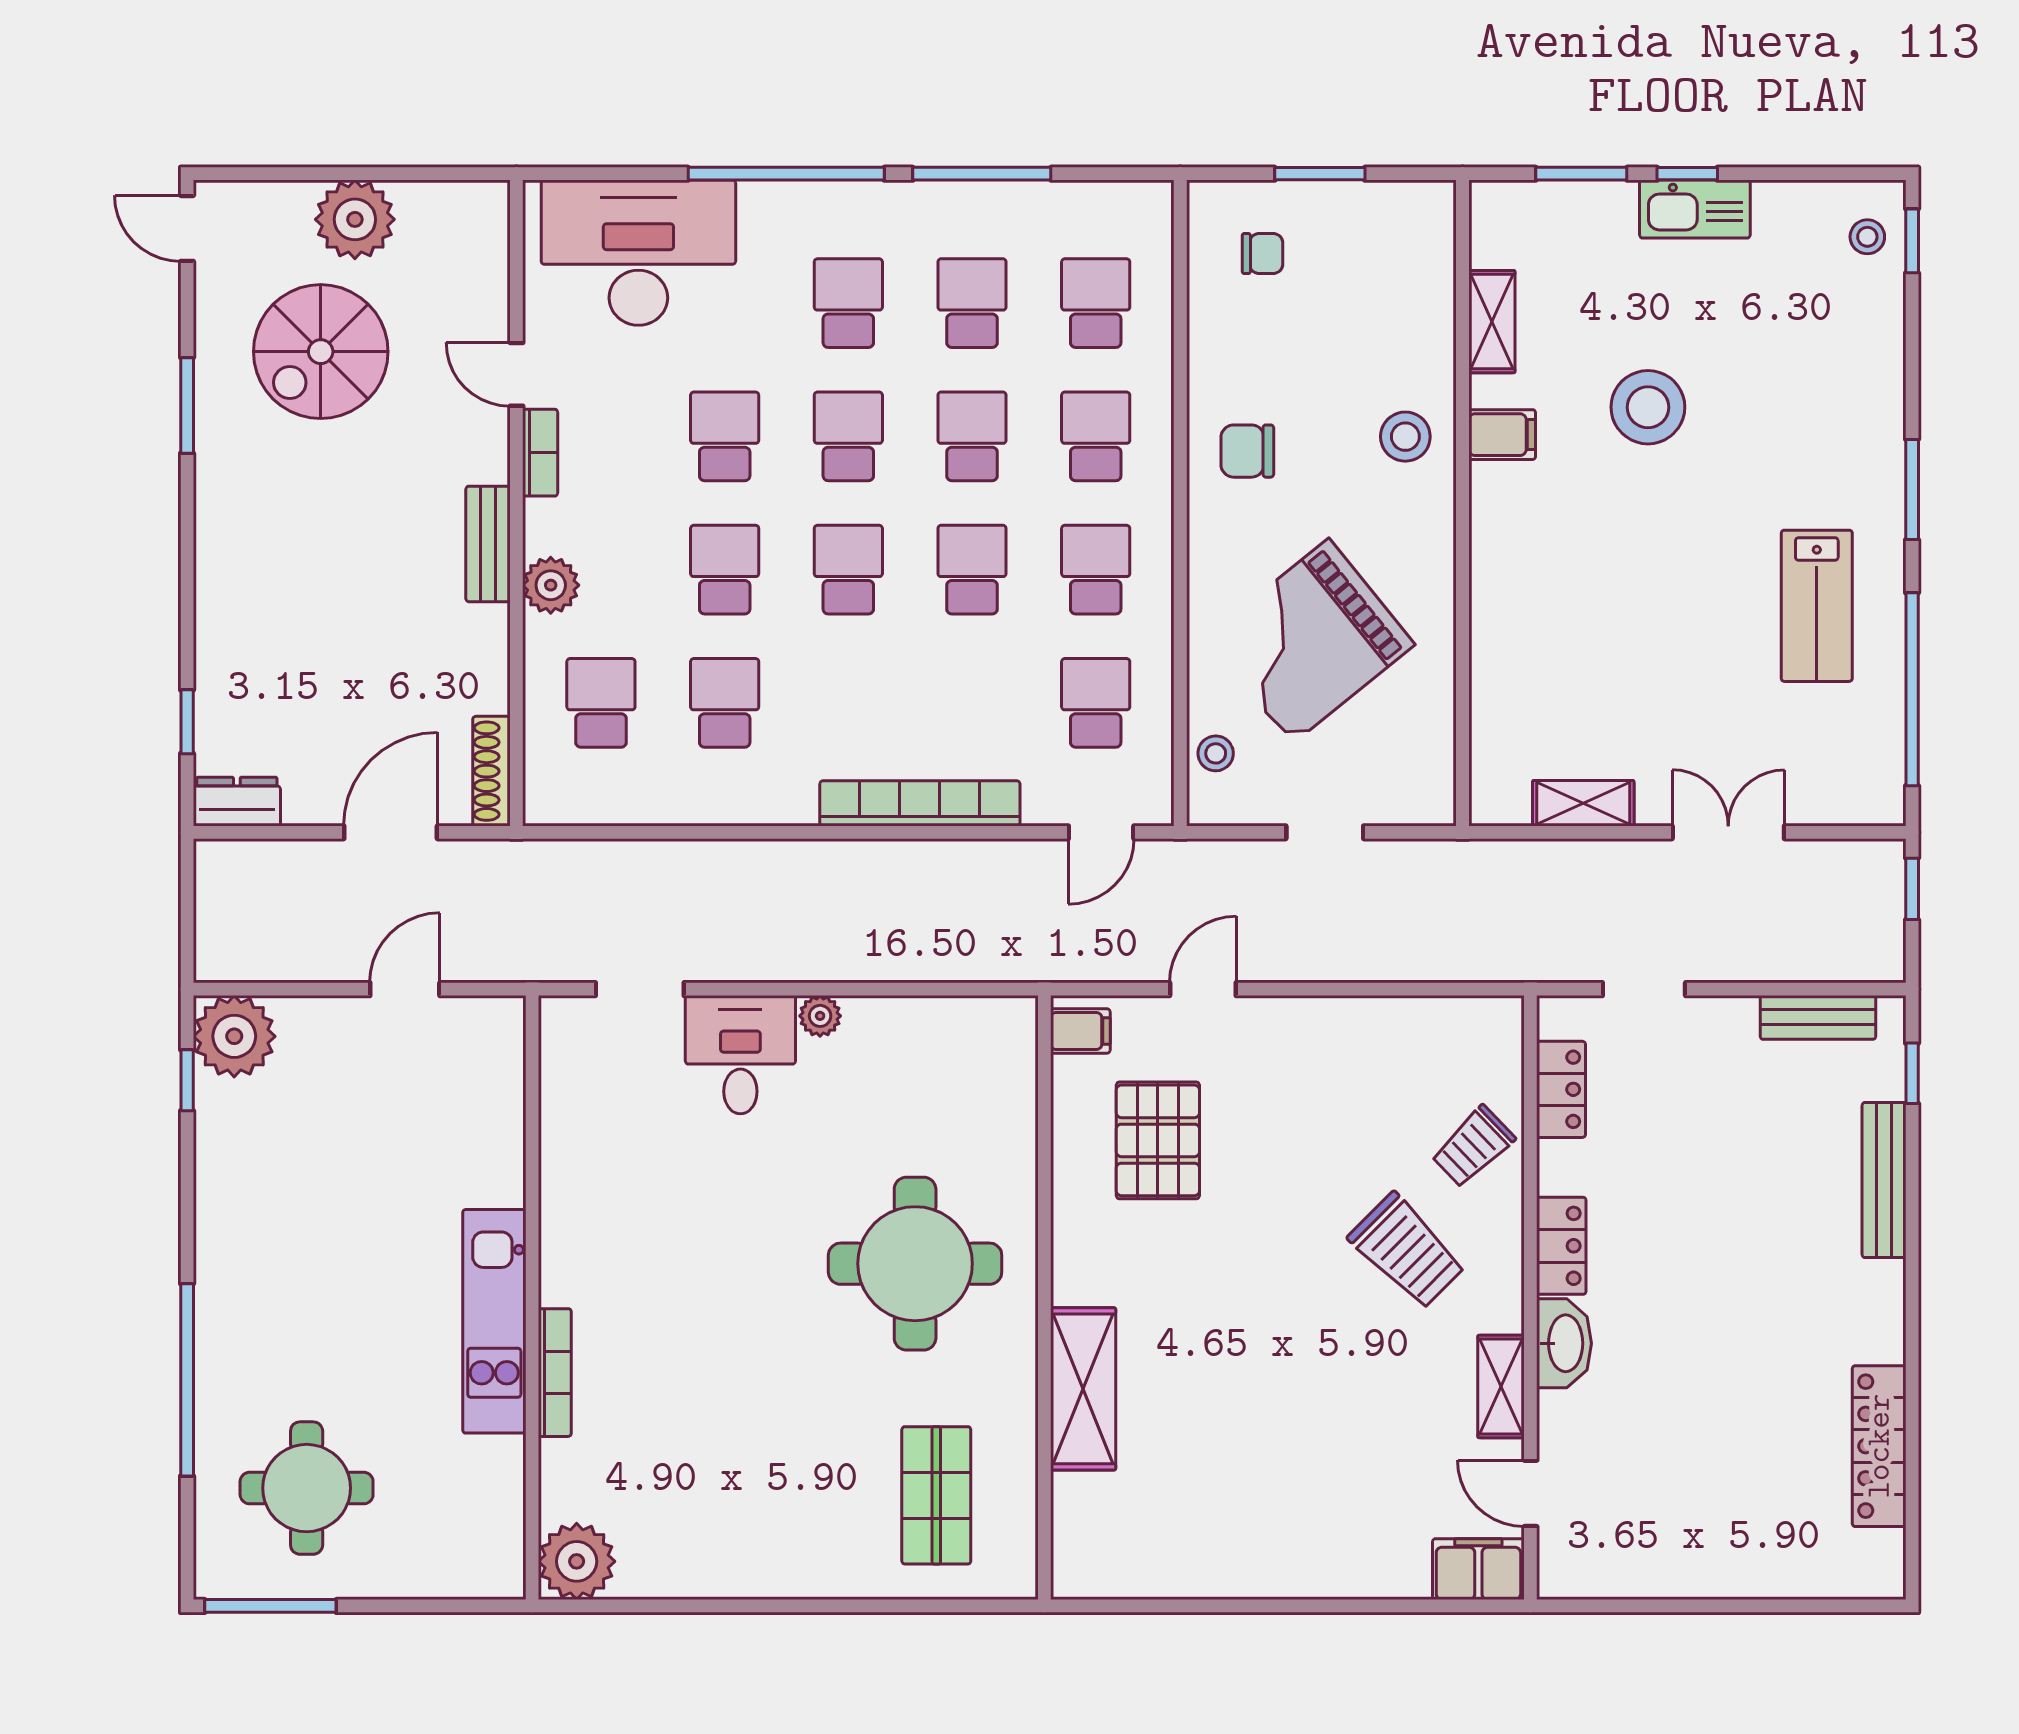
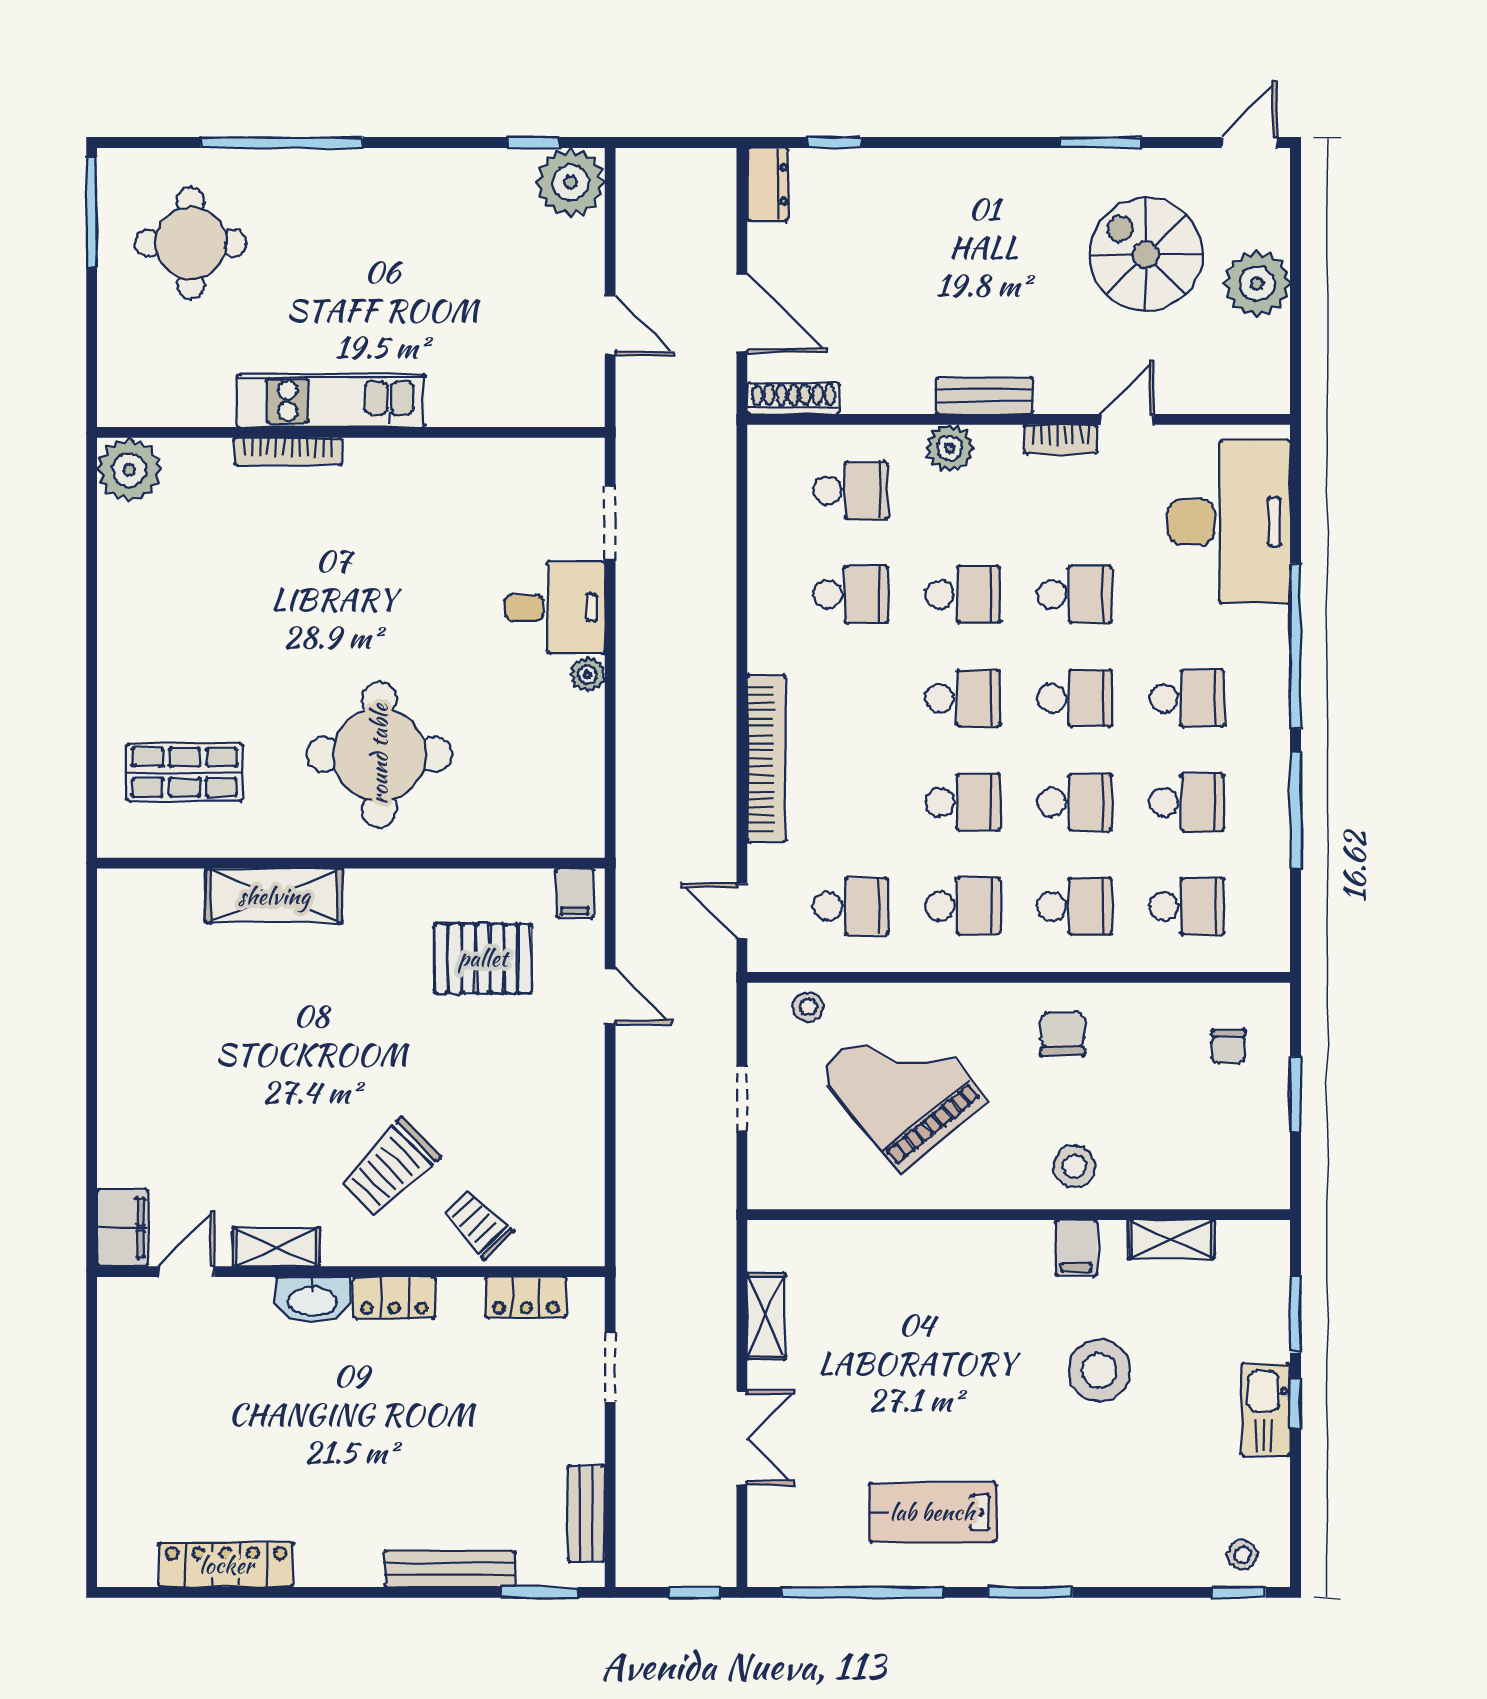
window: (1912, 1073) -> (539, 1592), width x1.50

